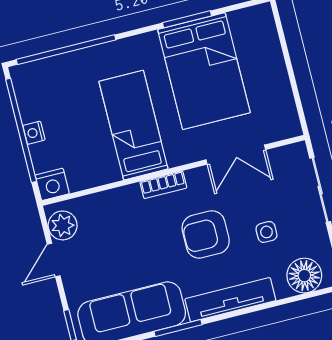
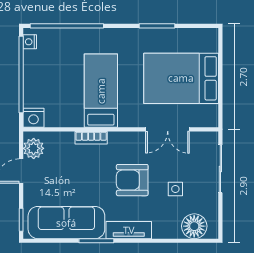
bed: (204, 71) -> (181, 78), moved, turned 90
nightstand: (34, 133) -> (30, 42), moved
bookcase: (163, 185) -> (91, 138), moved
tv unit: (230, 300) -> (129, 230), width x0.71

